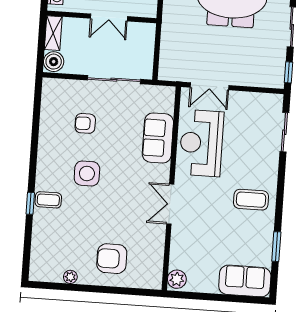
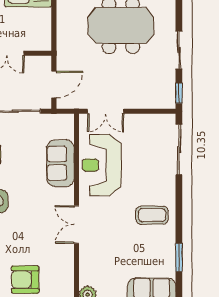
door: (157, 54) -> (54, 84), added
sliding door: (284, 132) -> (179, 150), width x1.37

